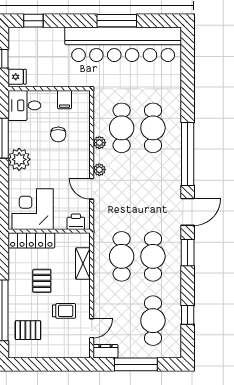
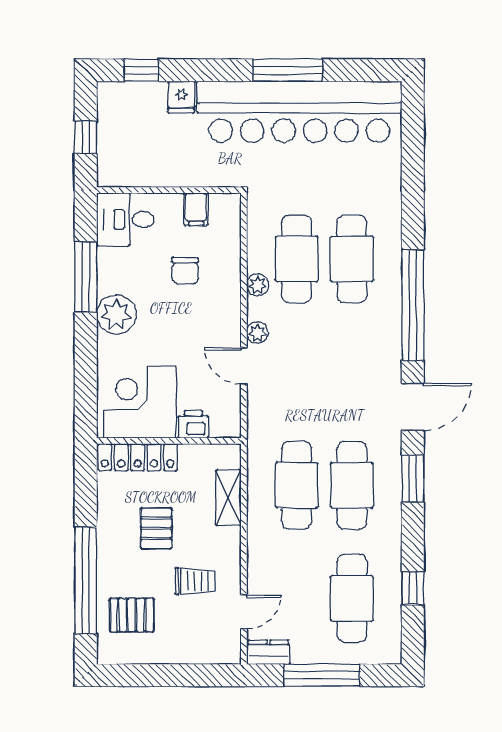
fridge: (17, 77) -> (181, 97), moved, turned 90
printer: (76, 222) -> (193, 424), moved

